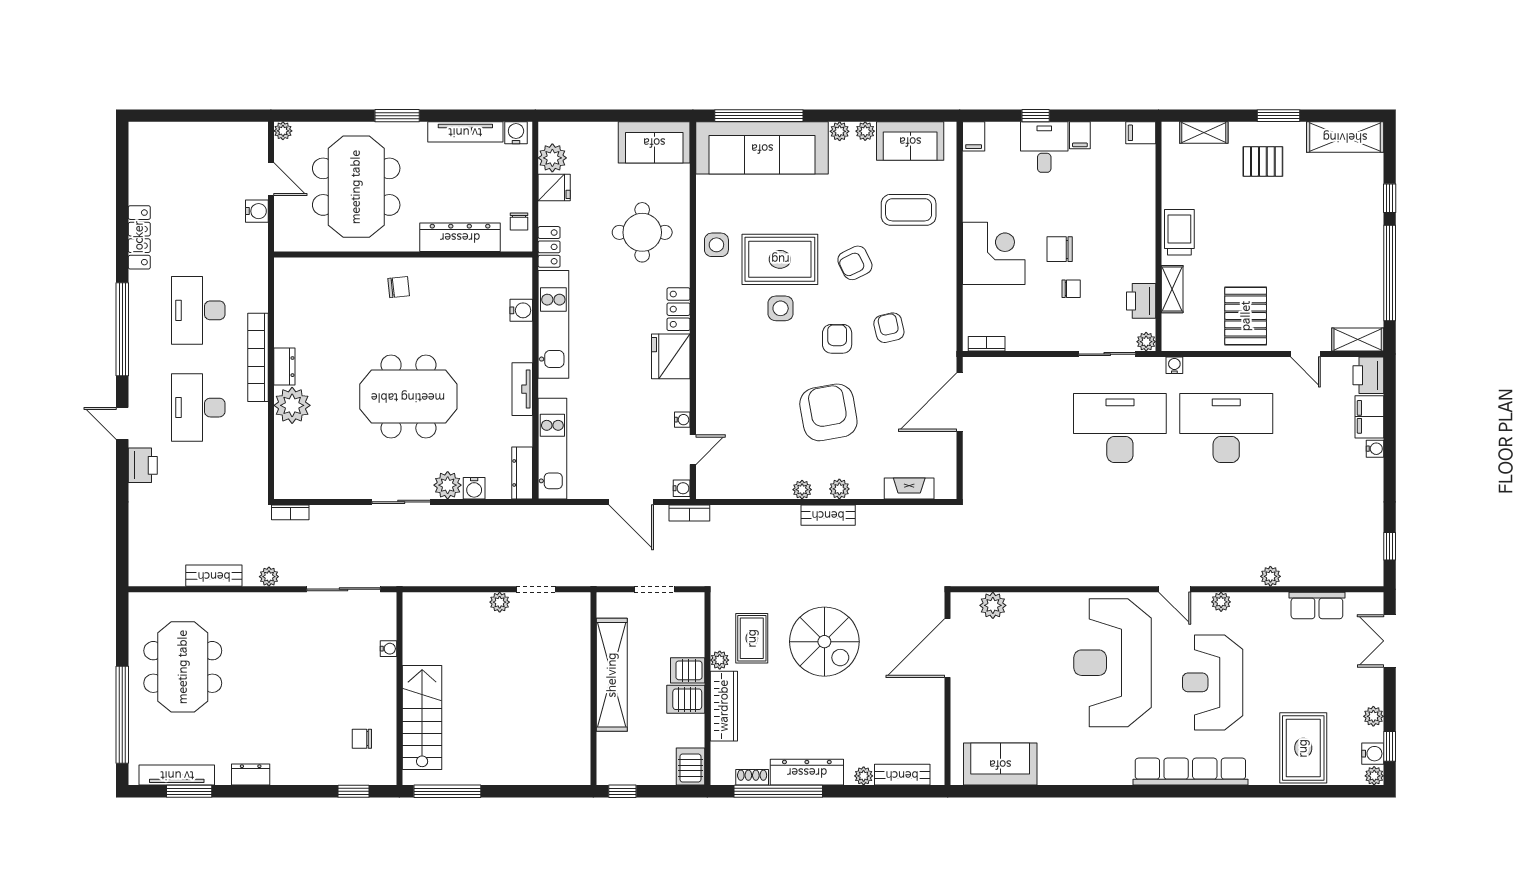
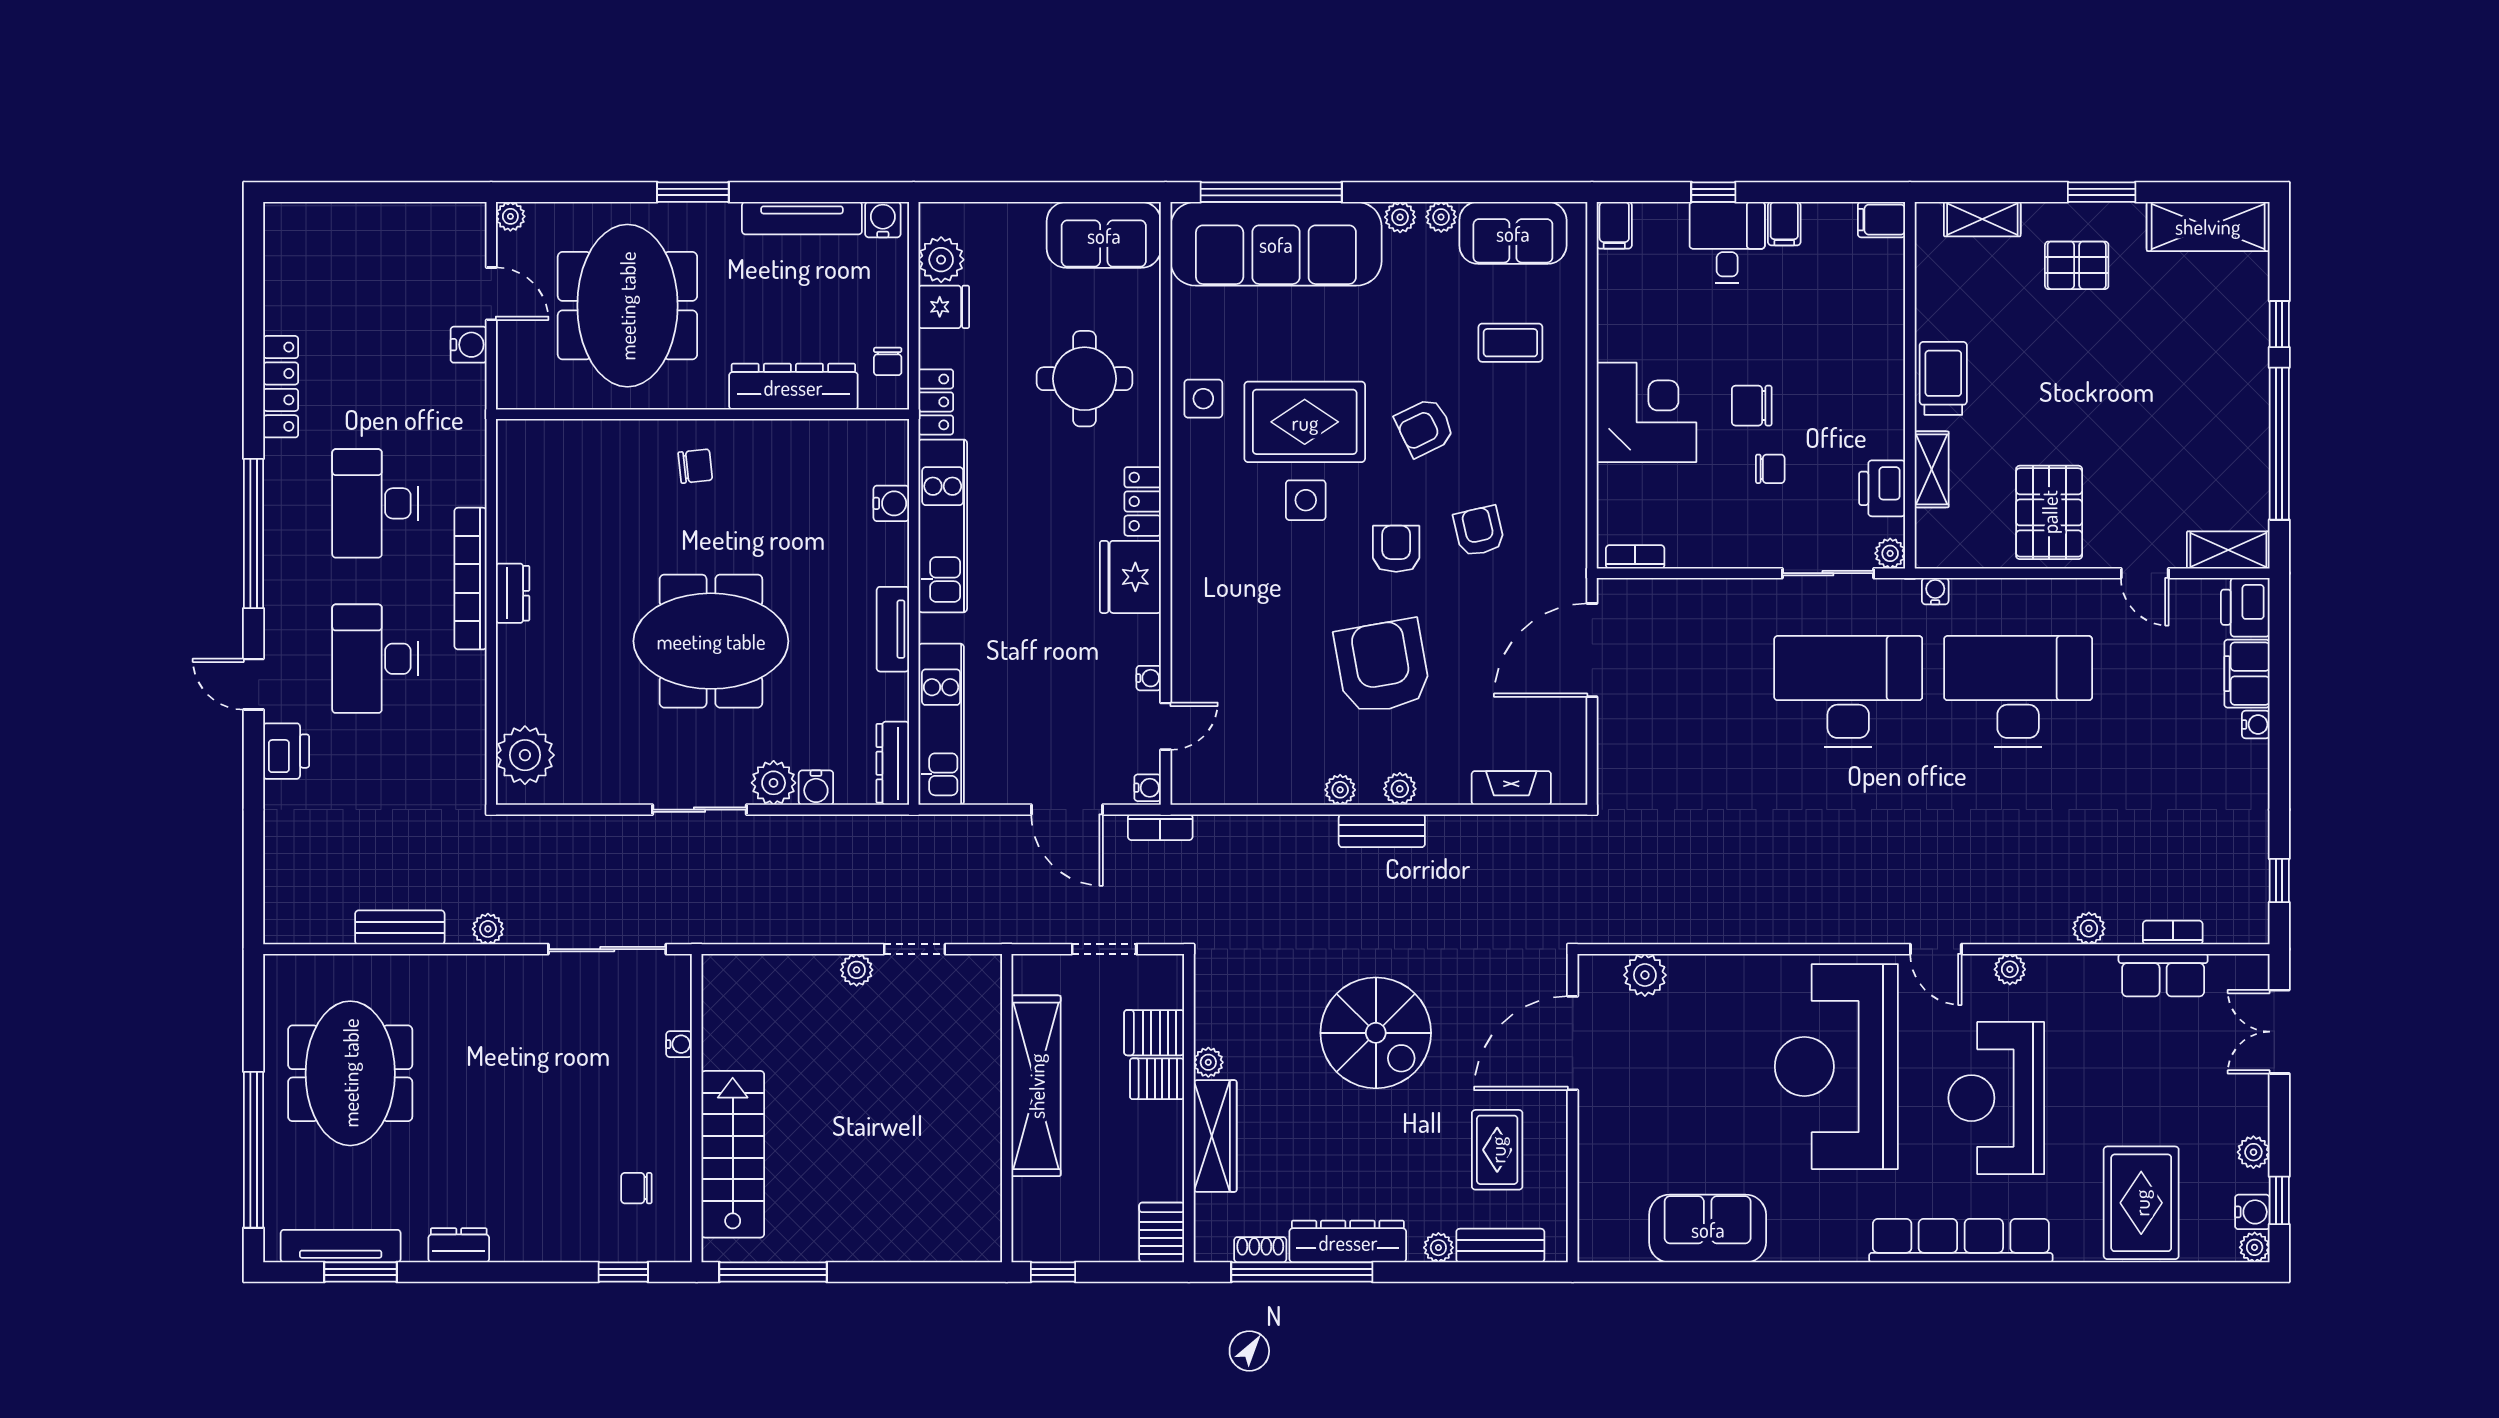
coffee table: (909, 210) -> (1510, 343), width x0.73, depth x0.77
plant: (292, 405) -> (525, 755), moved
bookcase: (290, 512) -> (2173, 933), moved, turned 180
rug: (752, 638) -> (1497, 1150), moved
server rack: (686, 699) -> (1154, 1033), moved
sofa: (1000, 764) -> (1708, 1229), moved

